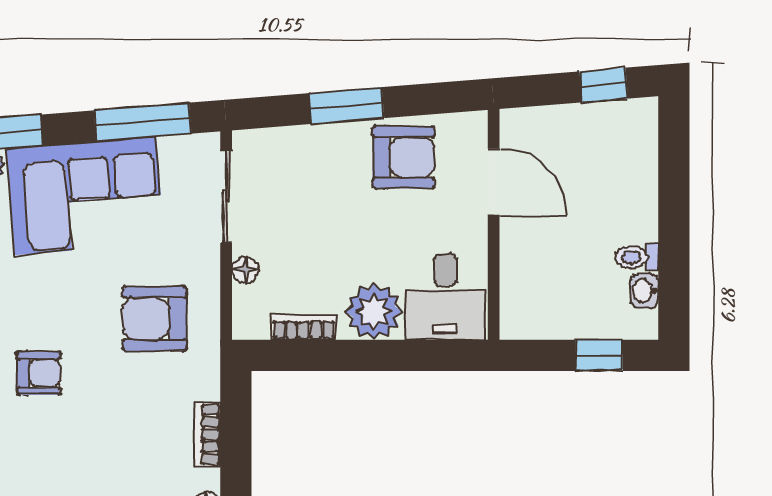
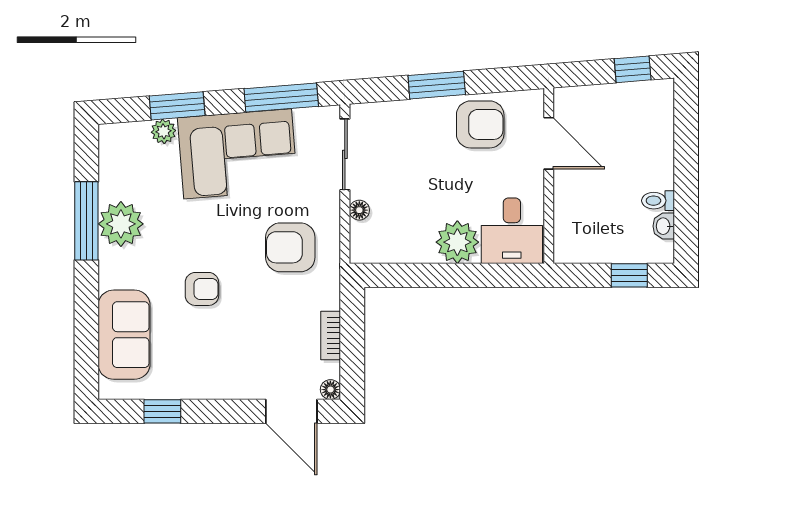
bookcase: (304, 327) -> (404, 254), removed

